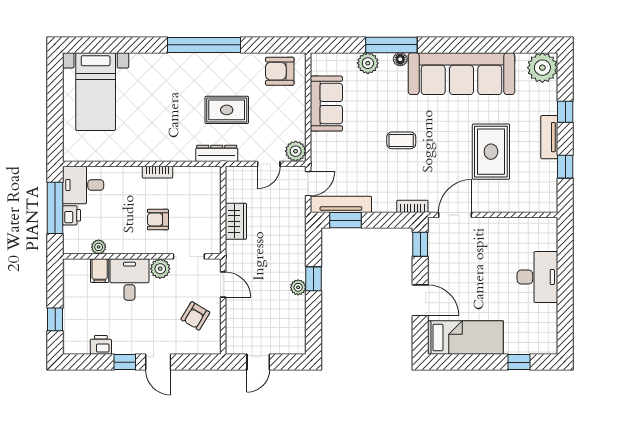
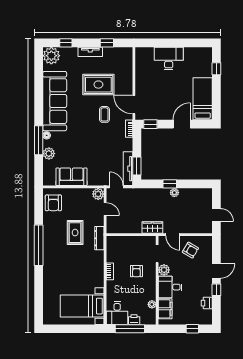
bed with nightstands: (96, 92) -> (82, 306), moved, turned 180
window: (565, 112) -> (66, 43), moved
coffee table: (401, 140) -> (104, 114), moved
wardrobe: (236, 221) -> (152, 227), moved
filing cabinet: (100, 271) -> (165, 309), width x2.00
door: (223, 285) -> (173, 235), swing flipped

